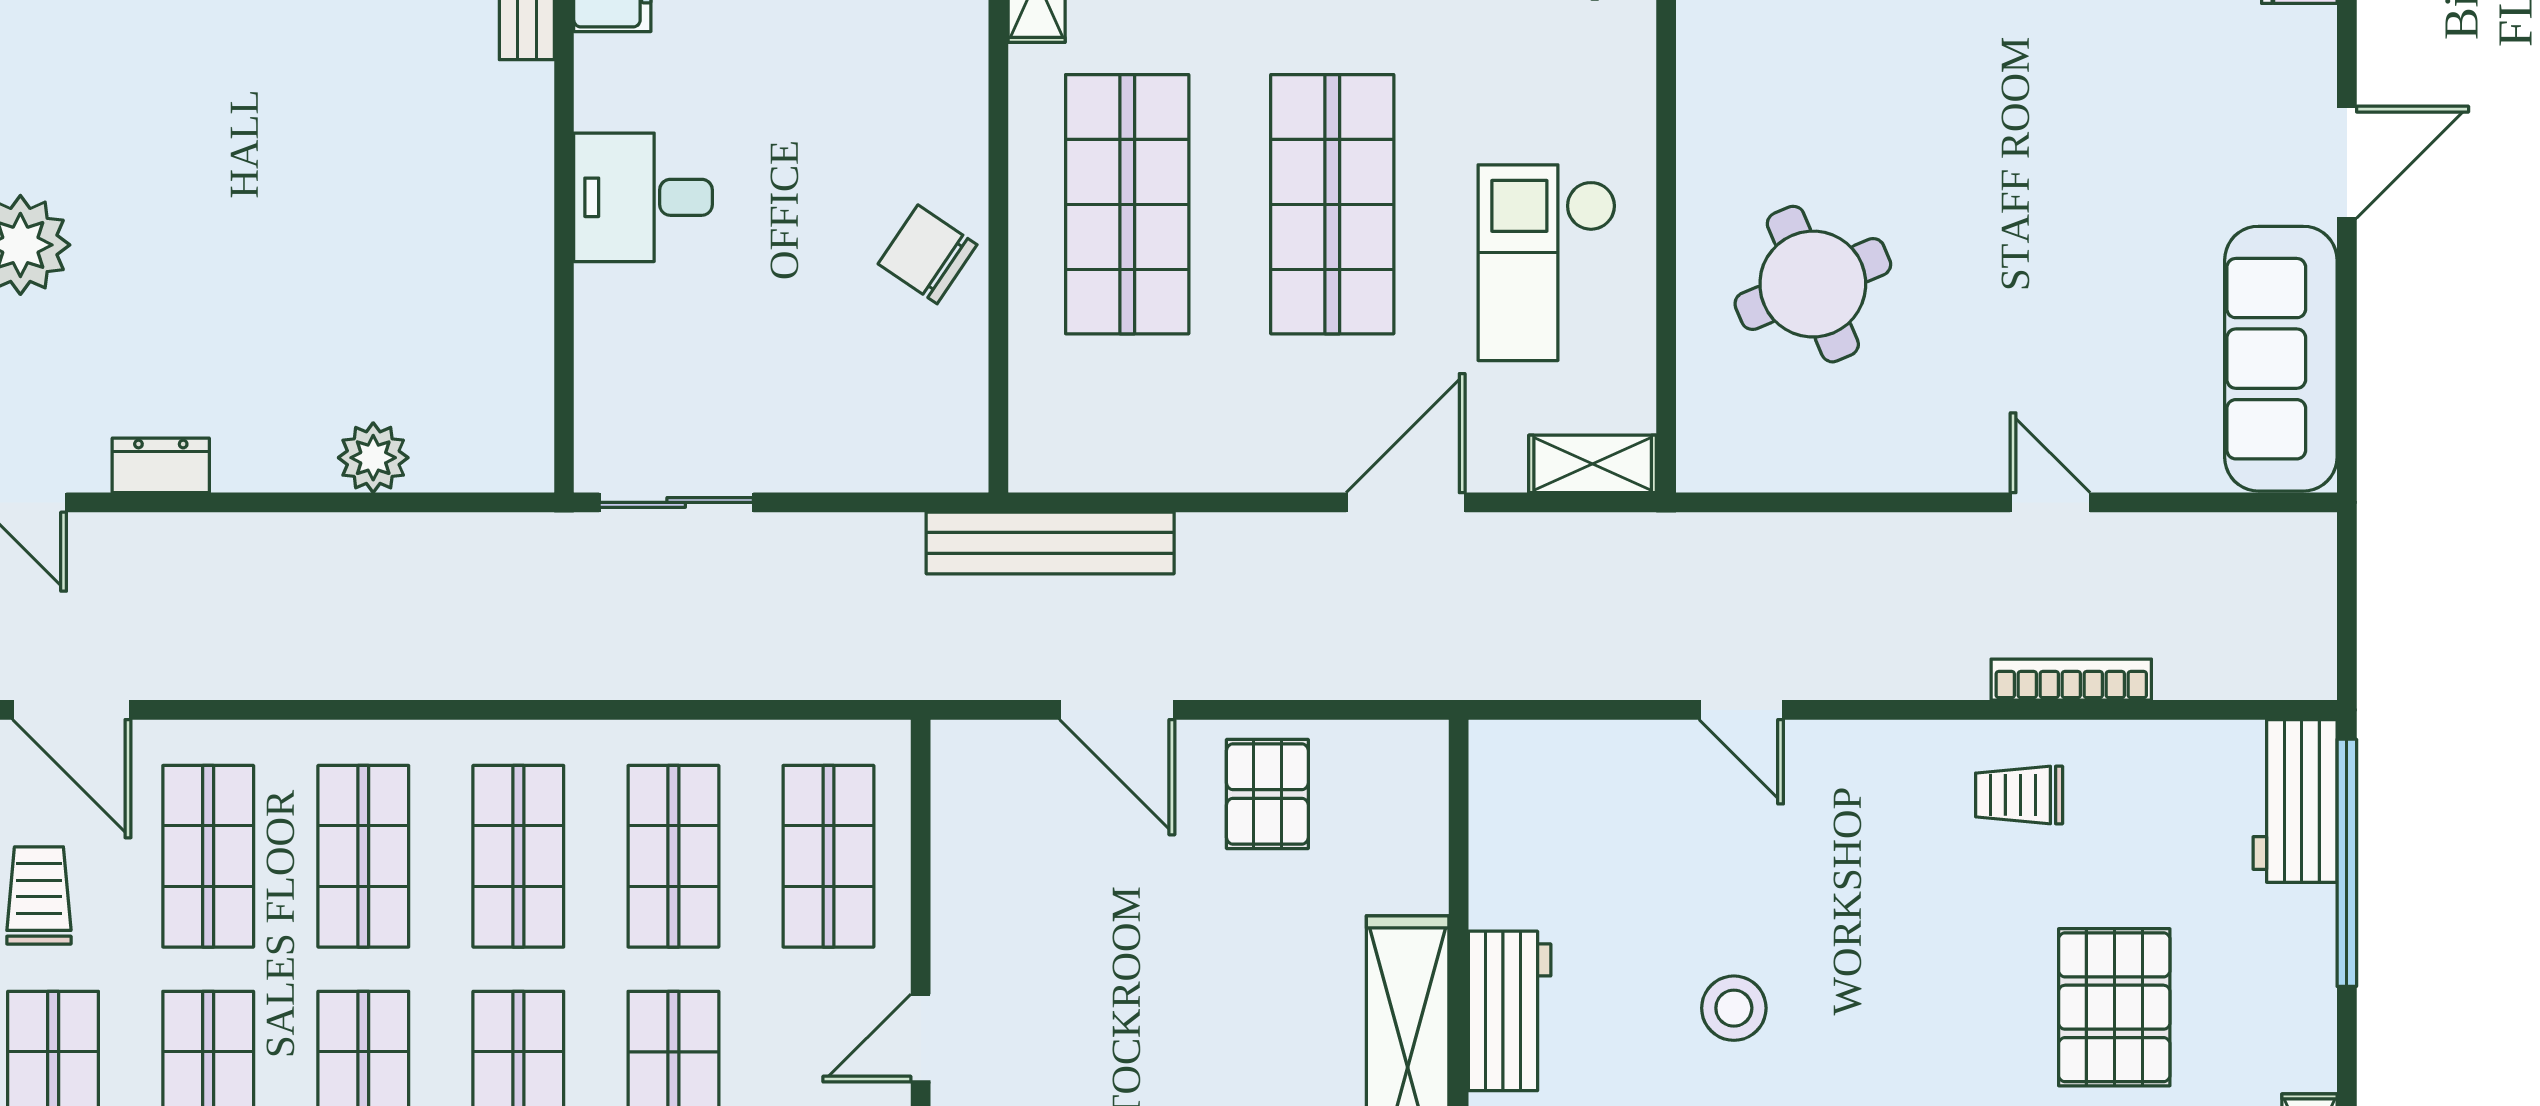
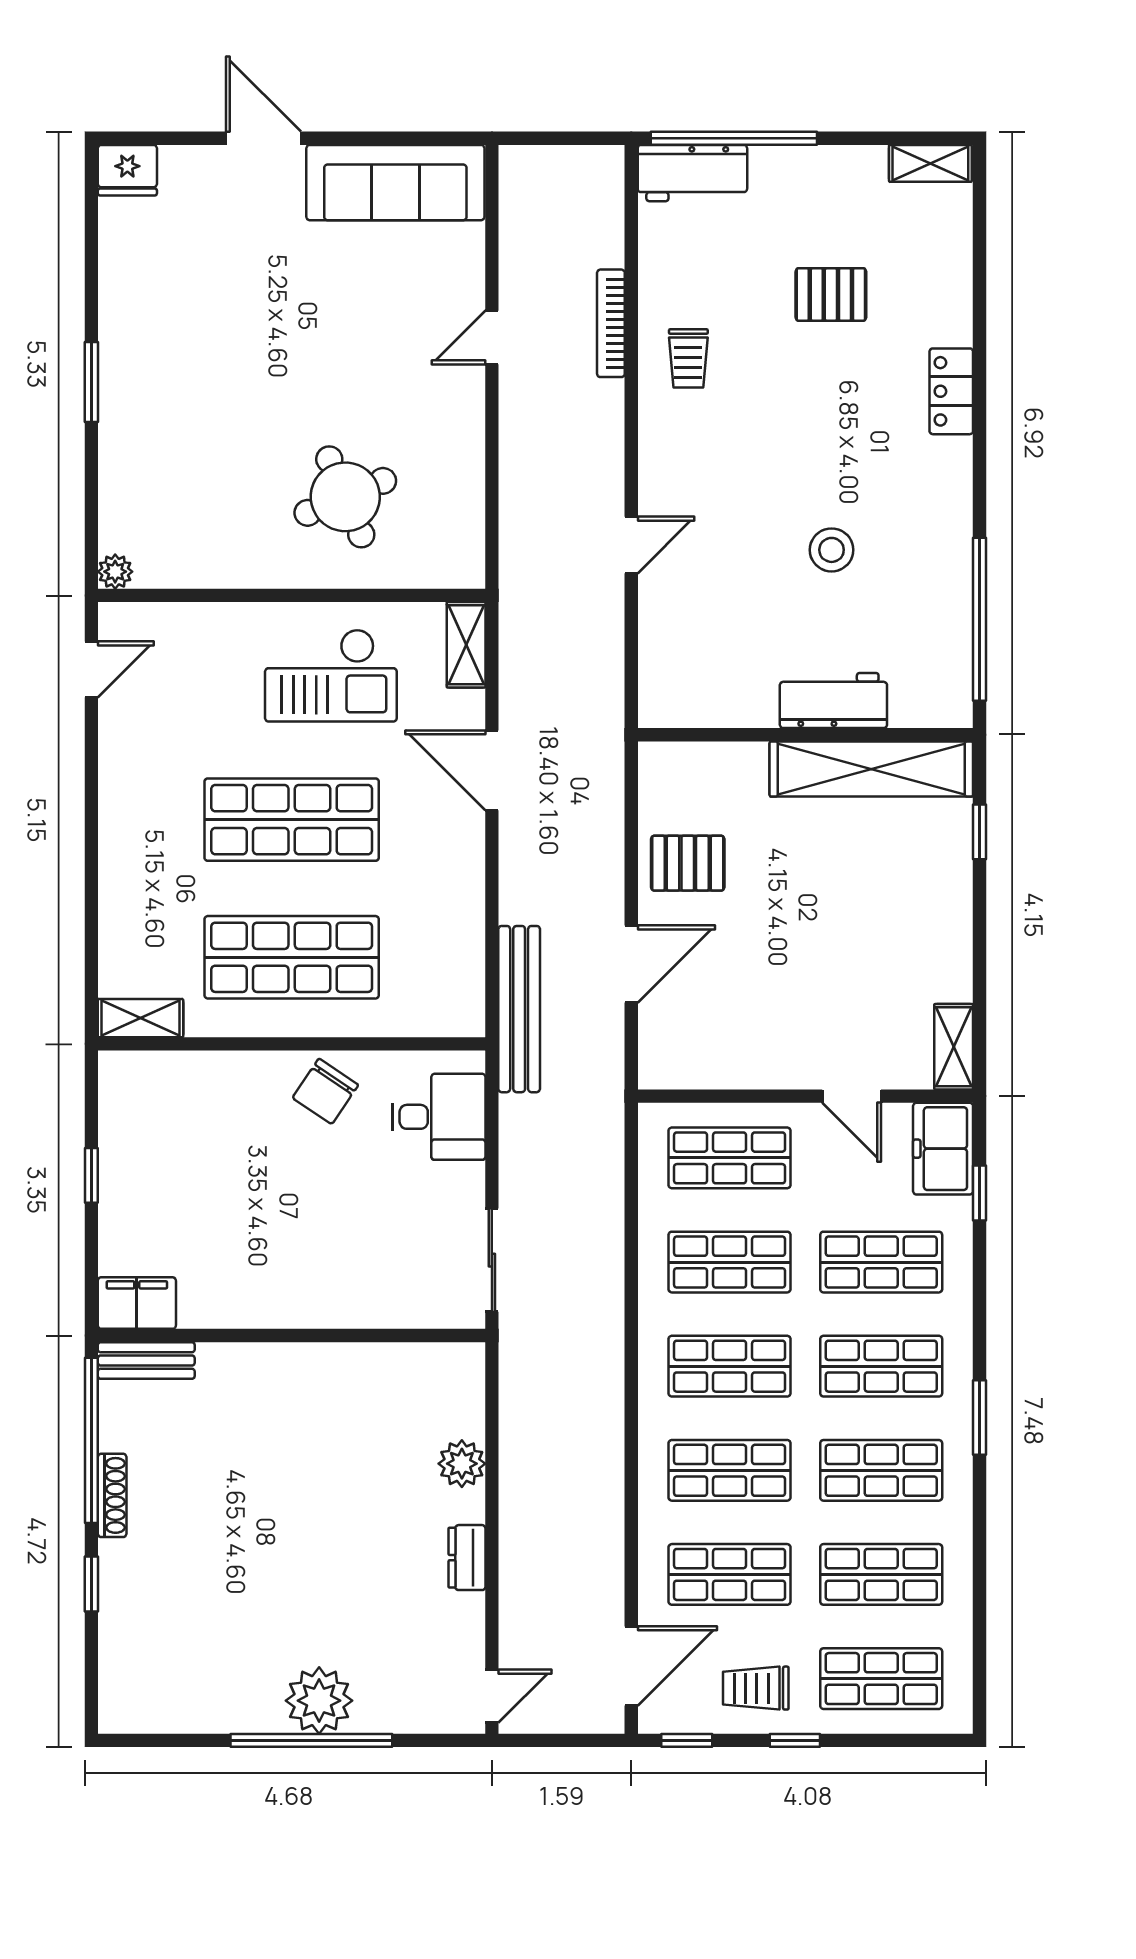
desk: (643, 197) -> (439, 1117), moved, turned -90
dresser: (161, 465) -> (467, 1558), moved
pallet: (2114, 1007) -> (831, 294), width x0.67, depth x0.71

